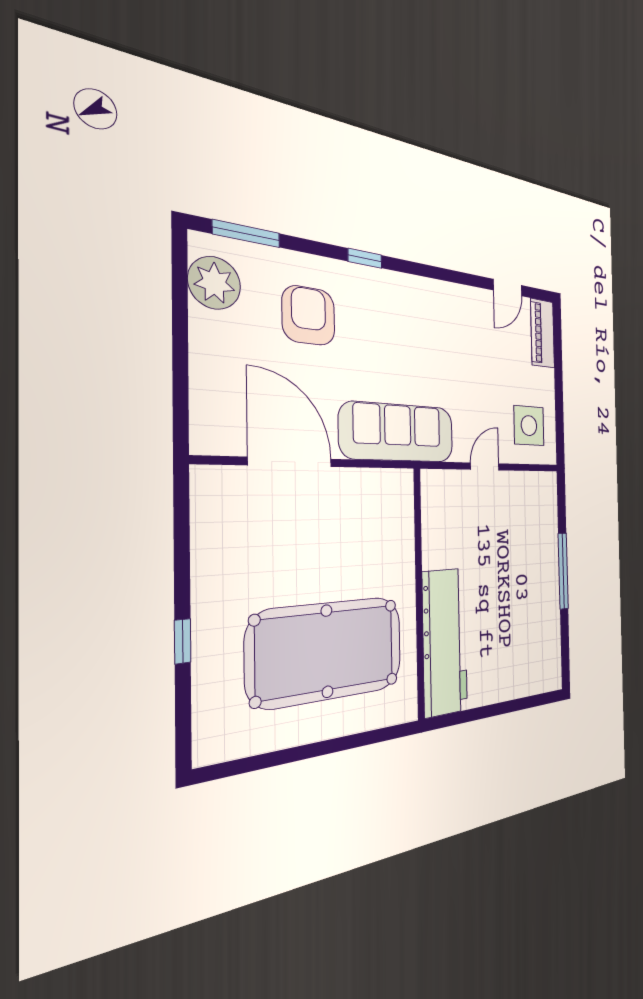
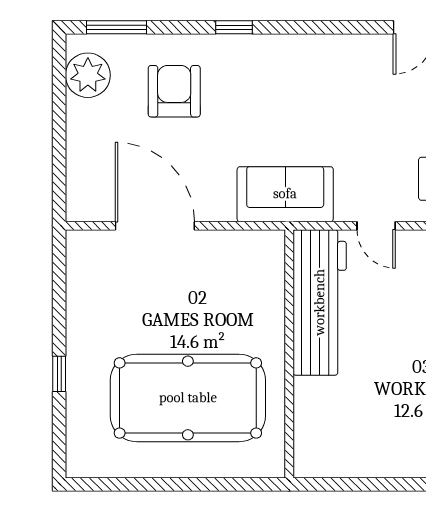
sofa: (398, 432) -> (285, 194), width x0.73
door: (485, 466) -> (376, 226), swing flipped
workbench: (445, 642) -> (320, 302), moved

